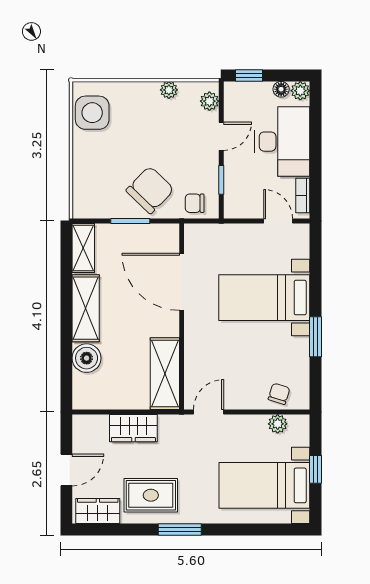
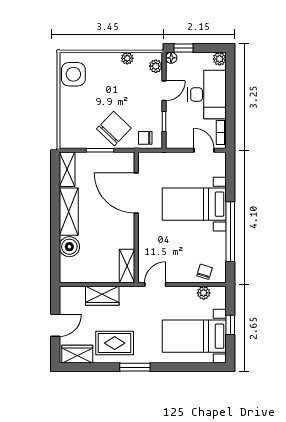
floor lamp: (281, 89) -> (171, 58), moved
window: (316, 337) -> (230, 232), width x2.11
shelving: (165, 374) -> (127, 266), width x0.67, depth x0.75

